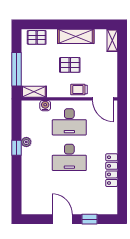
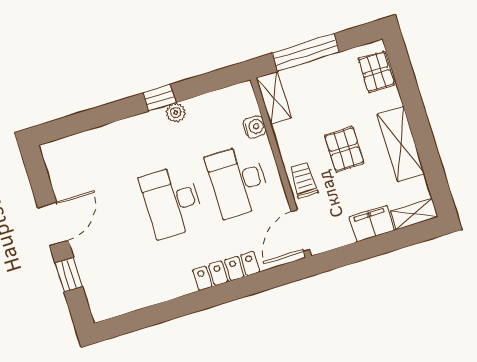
filing cabinet: (111, 63) -> (372, 224), added
locker: (112, 170) -> (226, 271), moved

